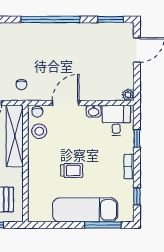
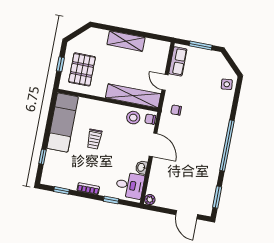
exam couch: (85, 210) -> (63, 122), moved
window: (103, 225) -> (43, 157), width x0.46

